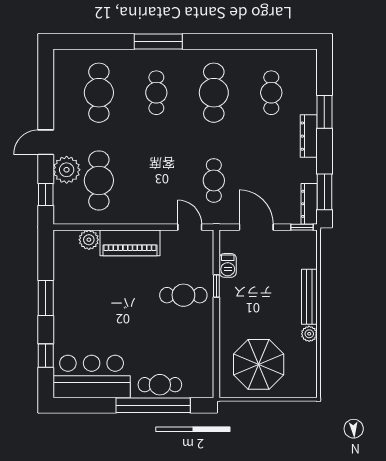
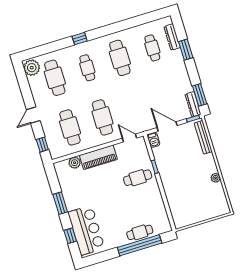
window: (158, 41) -> (80, 39), width x0.46
dresser: (309, 136) -> (172, 37), moved
plant: (67, 170) -> (32, 68), moved
cafe table: (214, 180) -> (103, 117), moved, width x1.37, depth x1.35
barbecue: (228, 265) -> (154, 140), moved
bench: (309, 297) -> (203, 137), moved
parasol: (259, 364) -> (192, 204), removed
bar counter: (92, 376) -> (86, 230), moved, turned 90

